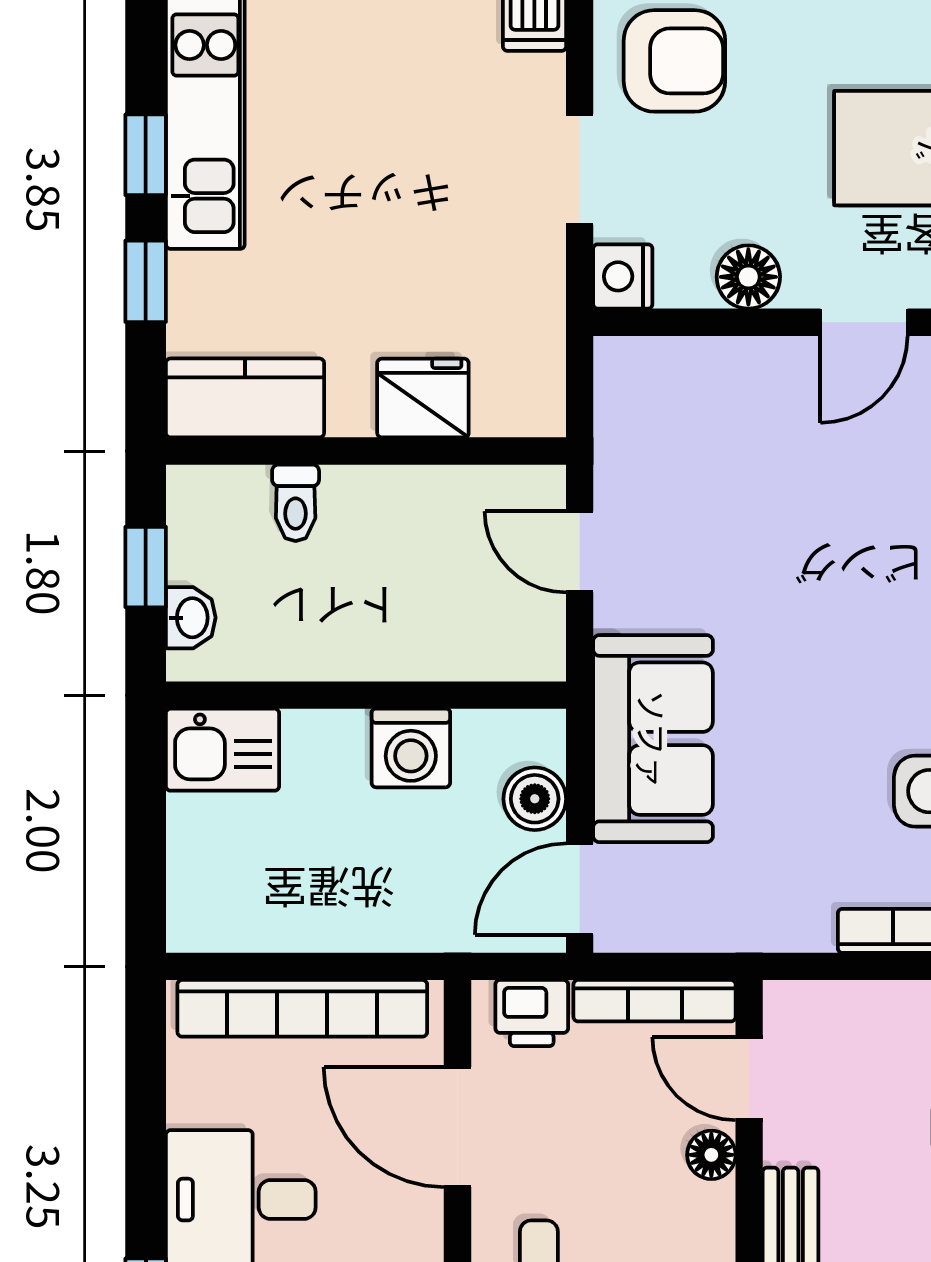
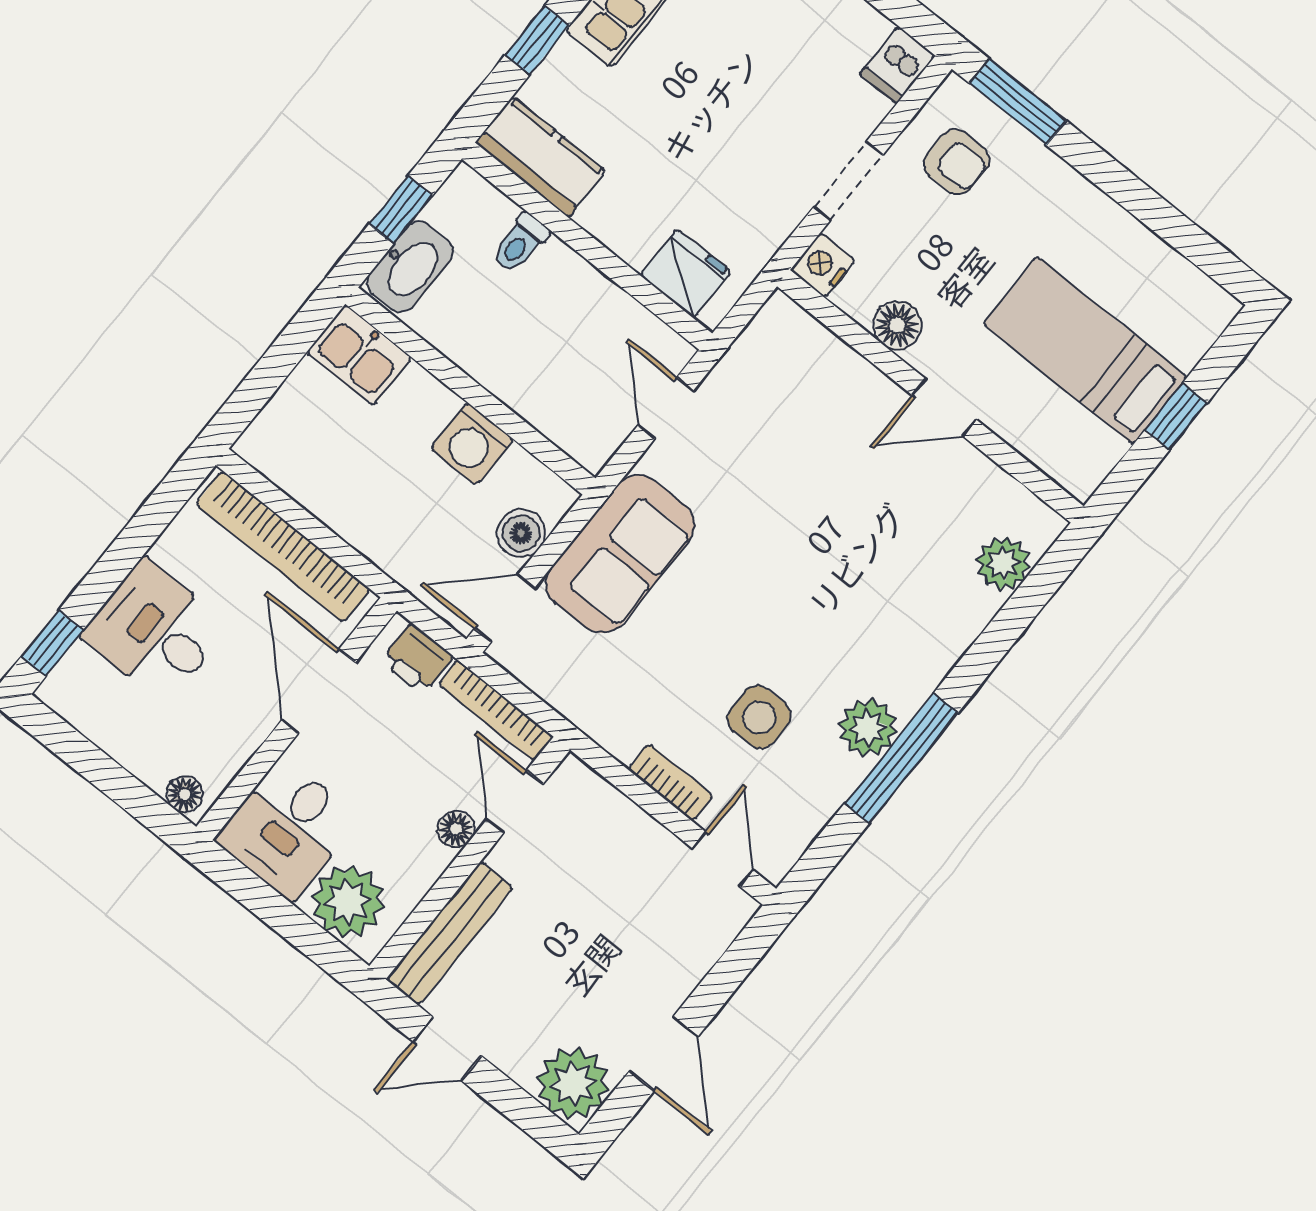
armchair: (674, 61) -> (956, 162), width x0.72, depth x0.72
fridge: (423, 398) -> (686, 274), moved
washbasin: (191, 618) -> (410, 267), width x1.91, depth x1.45

